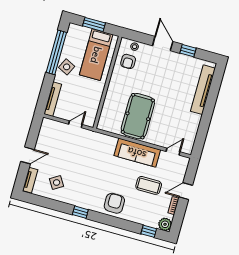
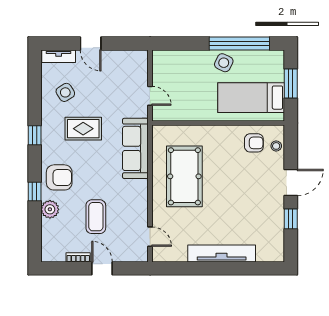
armchair: (128, 61) -> (254, 143), turned 180
tv unit: (203, 90) -> (222, 253), moved
tv unit: (53, 99) -> (175, 56), removed
pool table: (138, 116) -> (184, 176), turned 90
sofa: (137, 153) -> (135, 148), moved
rug: (85, 177) -> (83, 129), added
plant: (165, 224) -> (50, 209), moved
window: (149, 231) -> (35, 191), moved

